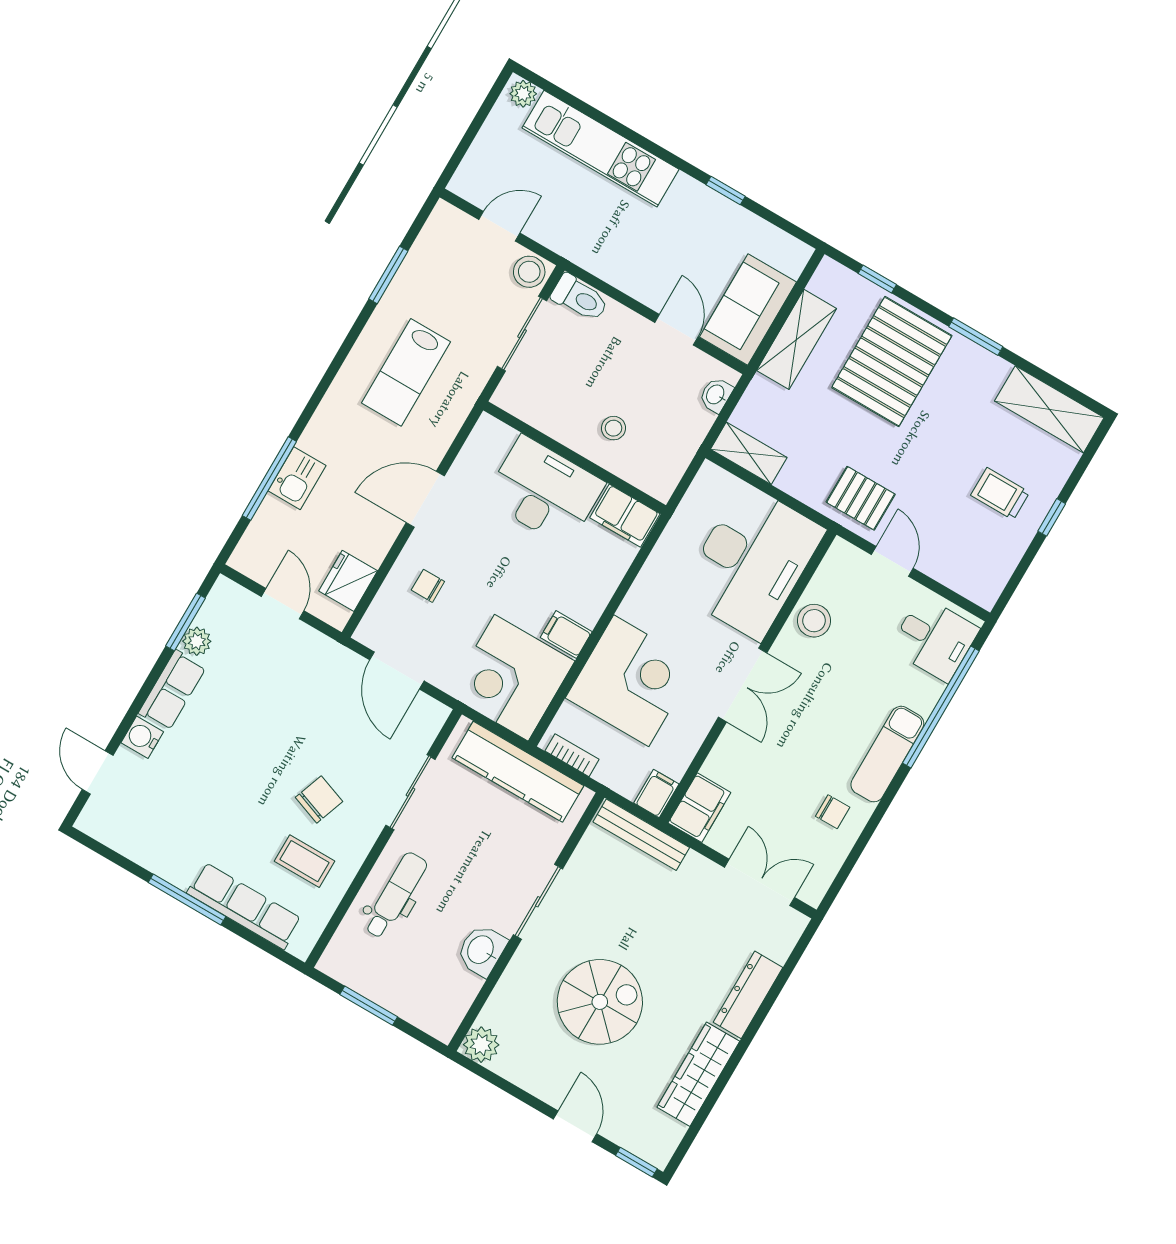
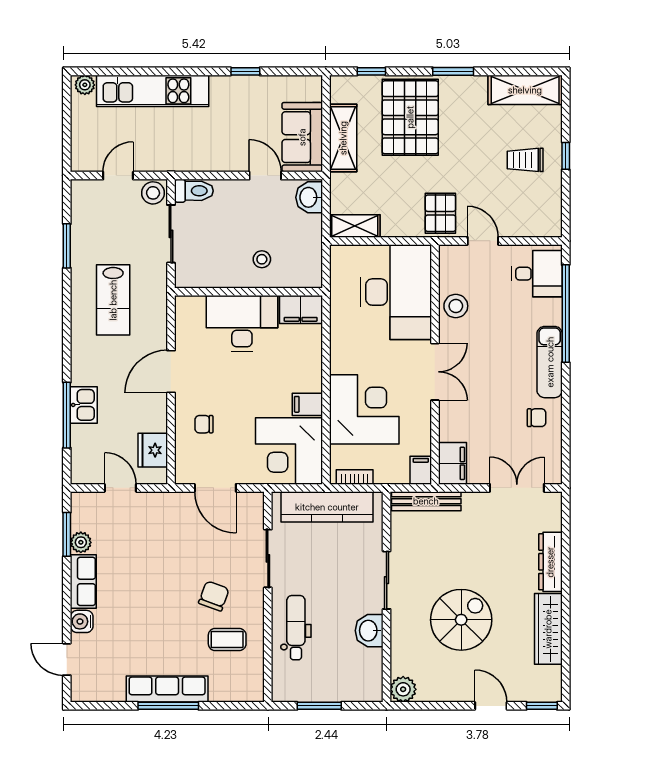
washbasin: (716, 395) -> (309, 197), width x1.38, depth x1.45
pallet: (861, 498) -> (440, 213), turned 90
row of seats: (244, 906) -> (167, 689), moved

